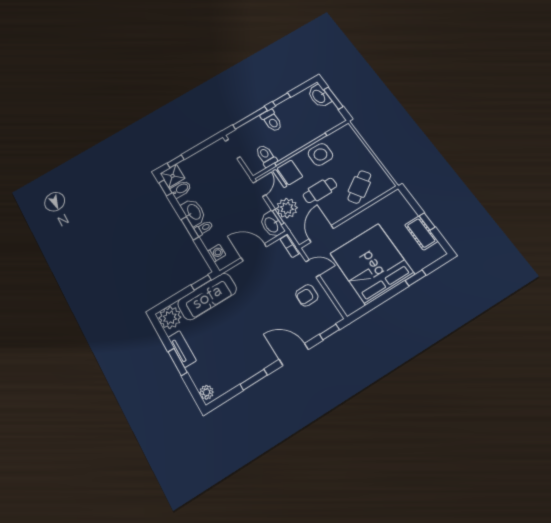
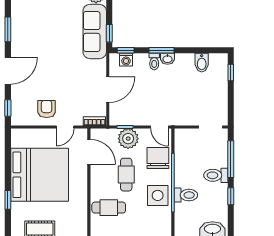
toilet: (266, 156) -> (186, 195), moved
chair: (288, 174) -> (158, 158), turned 180
shower: (173, 176) -> (219, 62), removed
cafe table: (359, 187) -> (109, 208), turned -56
window: (165, 188) -> (126, 50), moved
washbasin: (194, 212) -> (167, 59), width x0.52, depth x0.69
washbasin: (272, 225) -> (122, 118), removed

